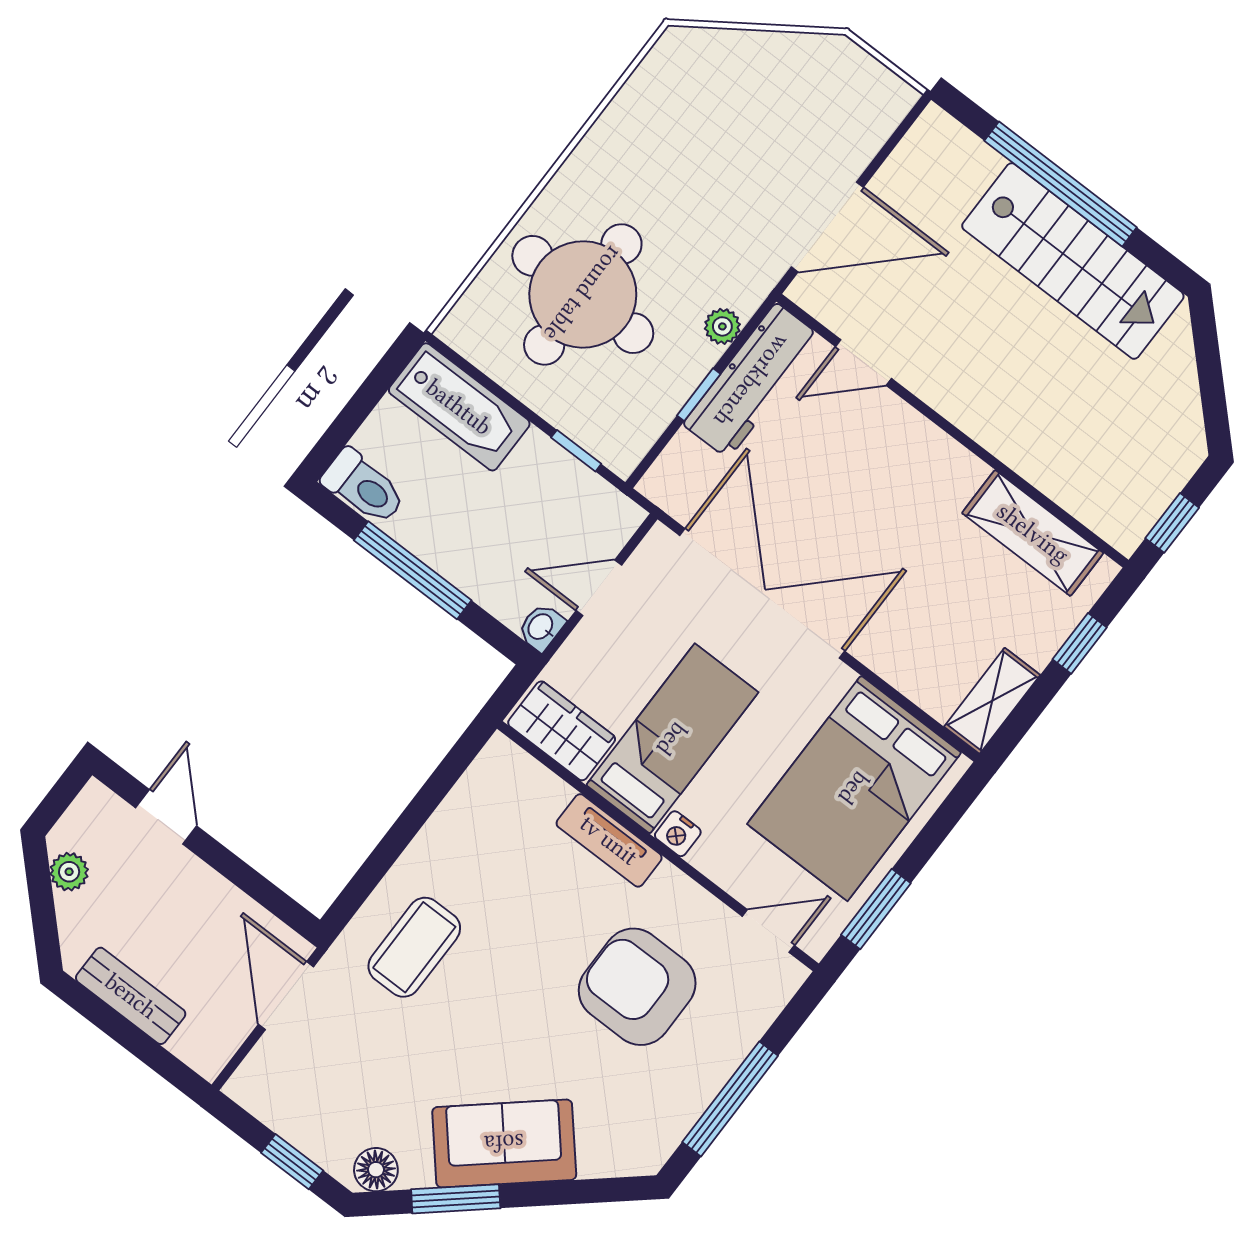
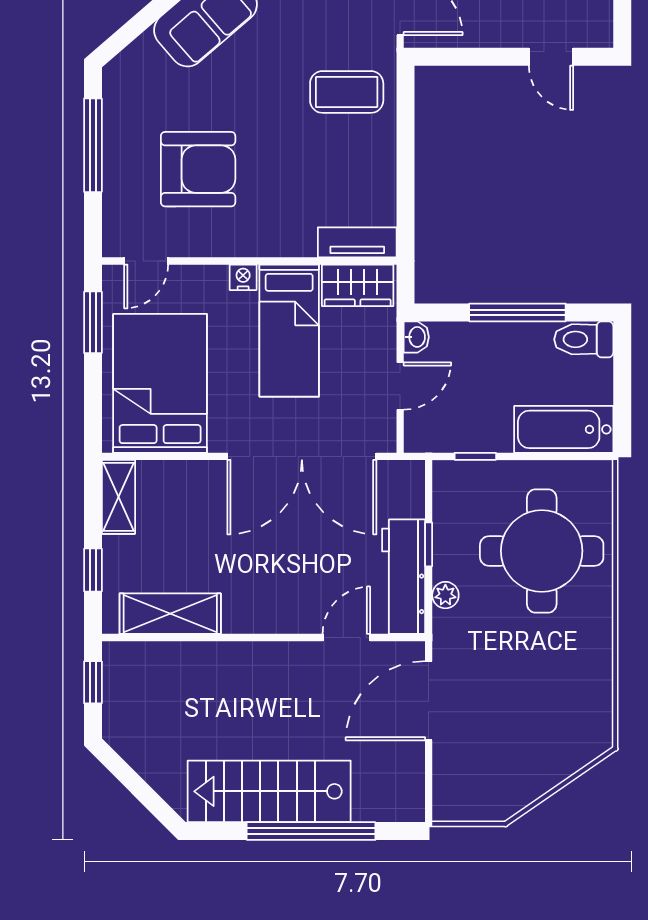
tv unit: (609, 840) -> (357, 242), moved
coffee table: (414, 947) -> (347, 92), turned 90

